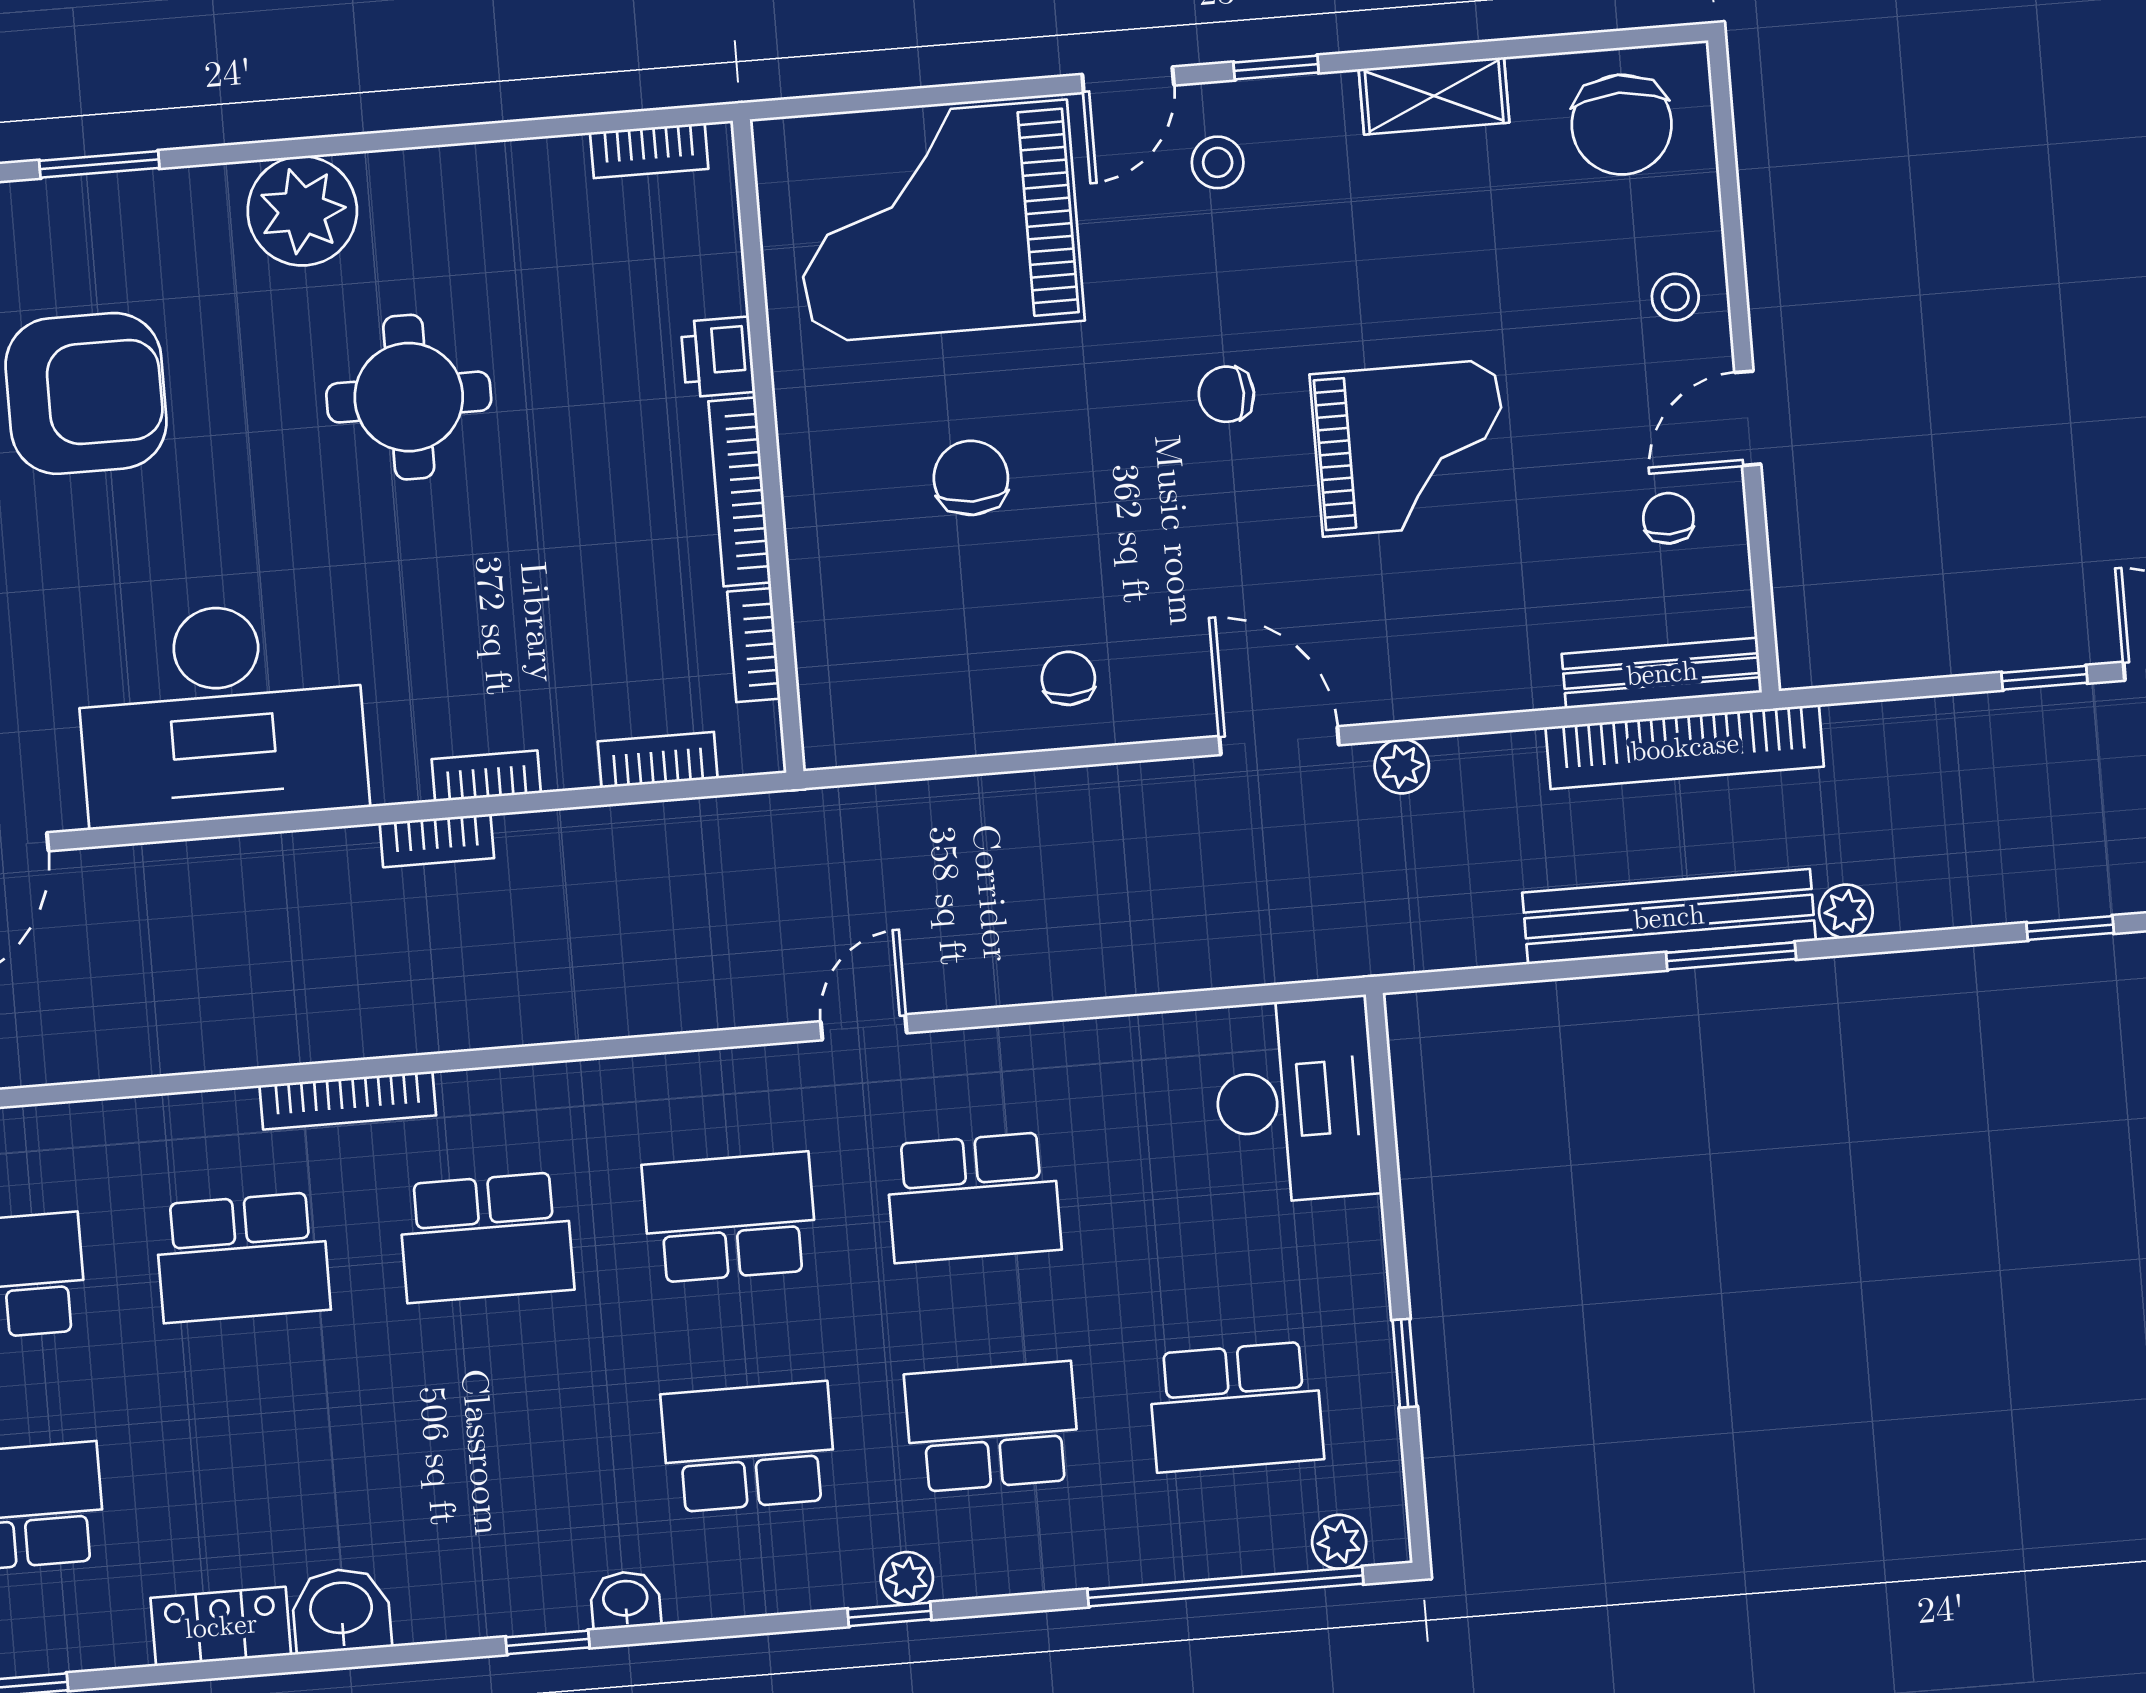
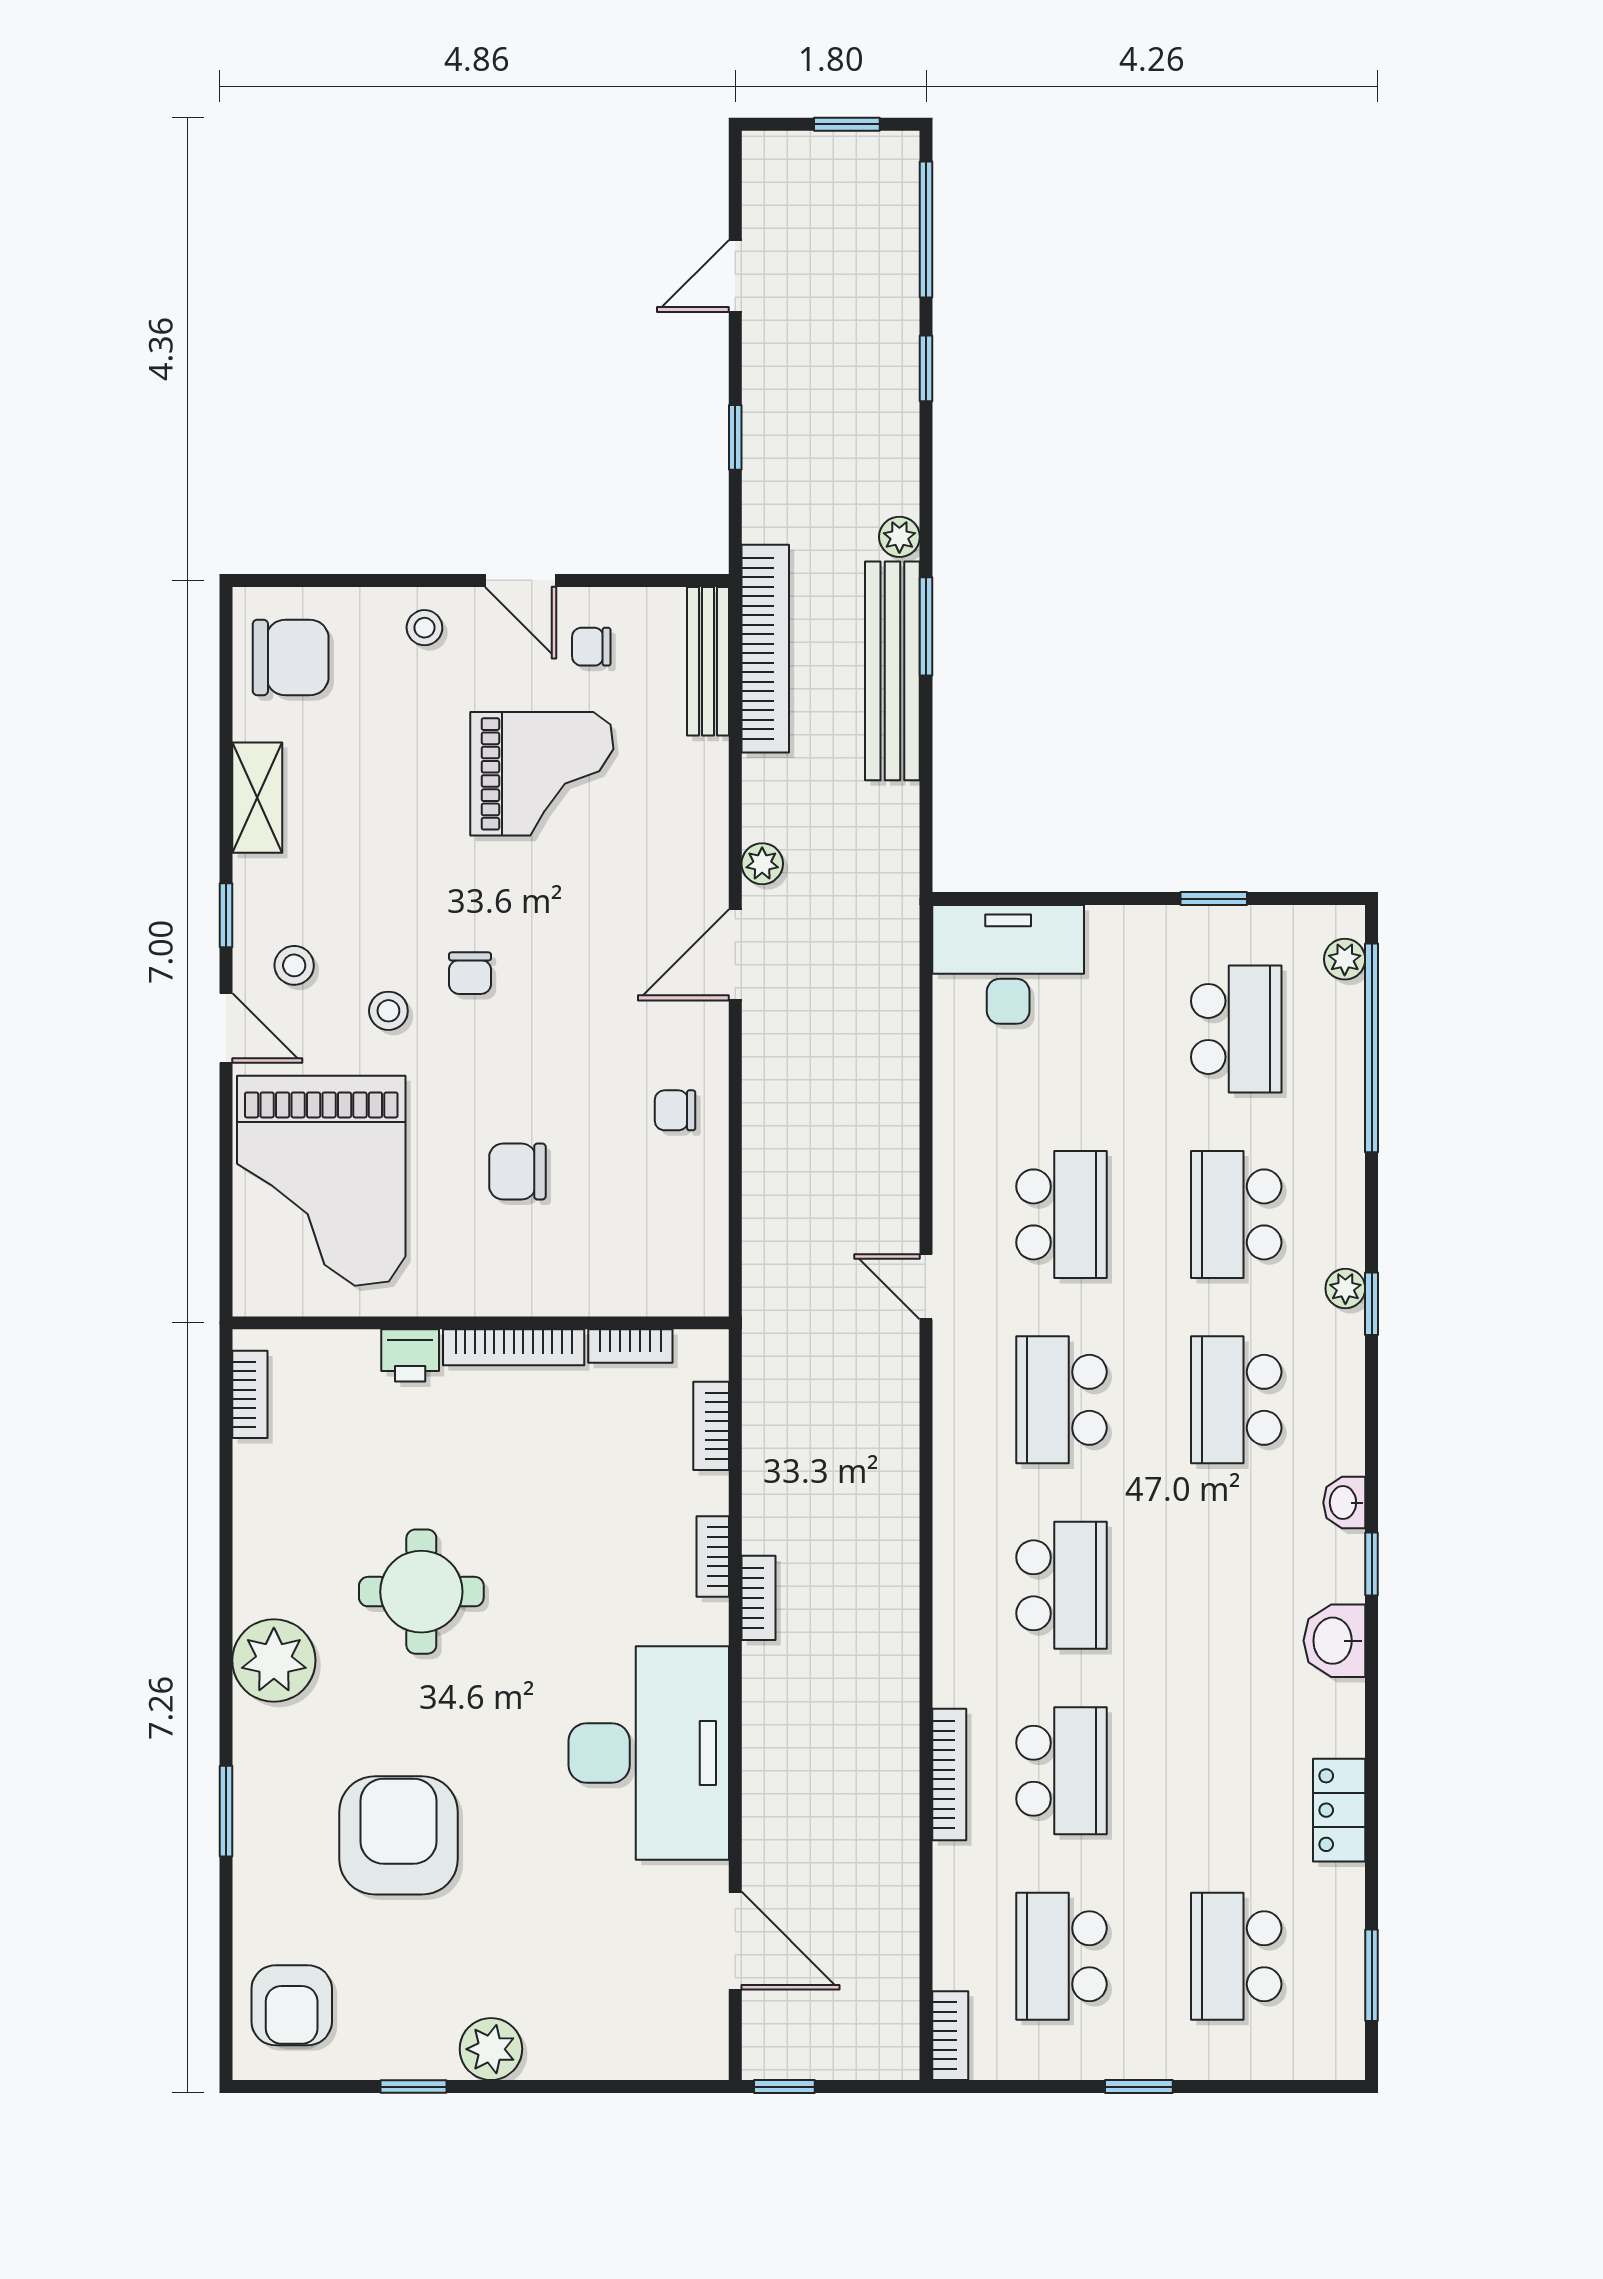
stool: (1168, 291) -> (388, 1011), added
grand piano: (1410, 448) -> (542, 774), moved, turned 90
window: (2044, 678) -> (735, 437), moved
bookcase: (348, 1100) -> (949, 1774), moved
washbasin: (341, 1610) -> (1334, 1641), moved

